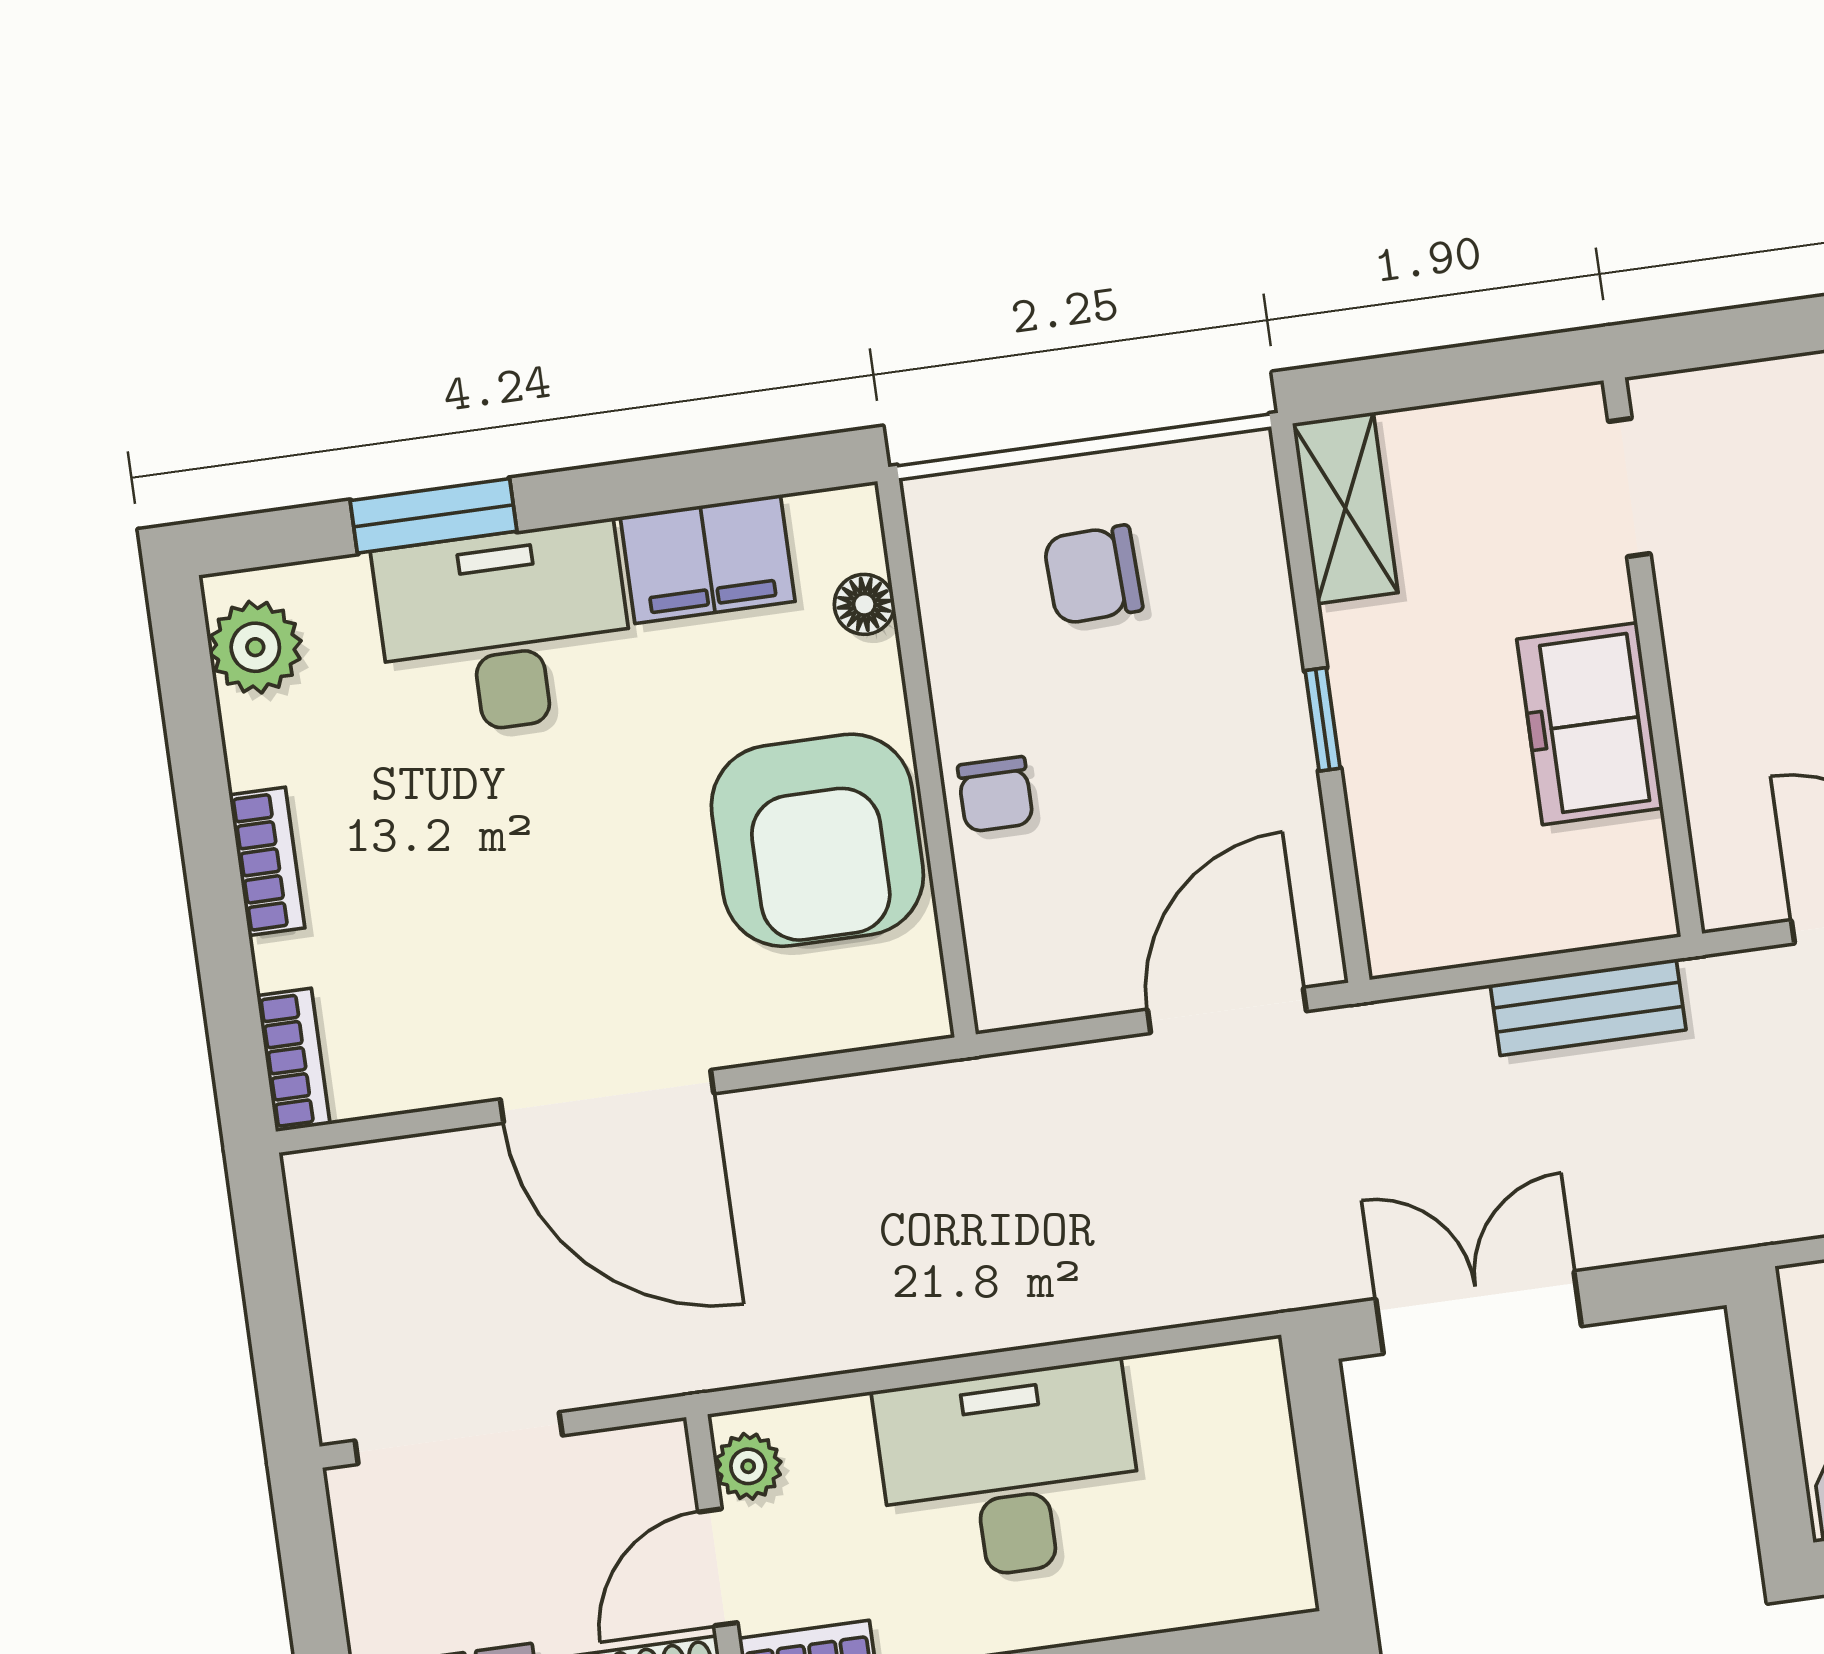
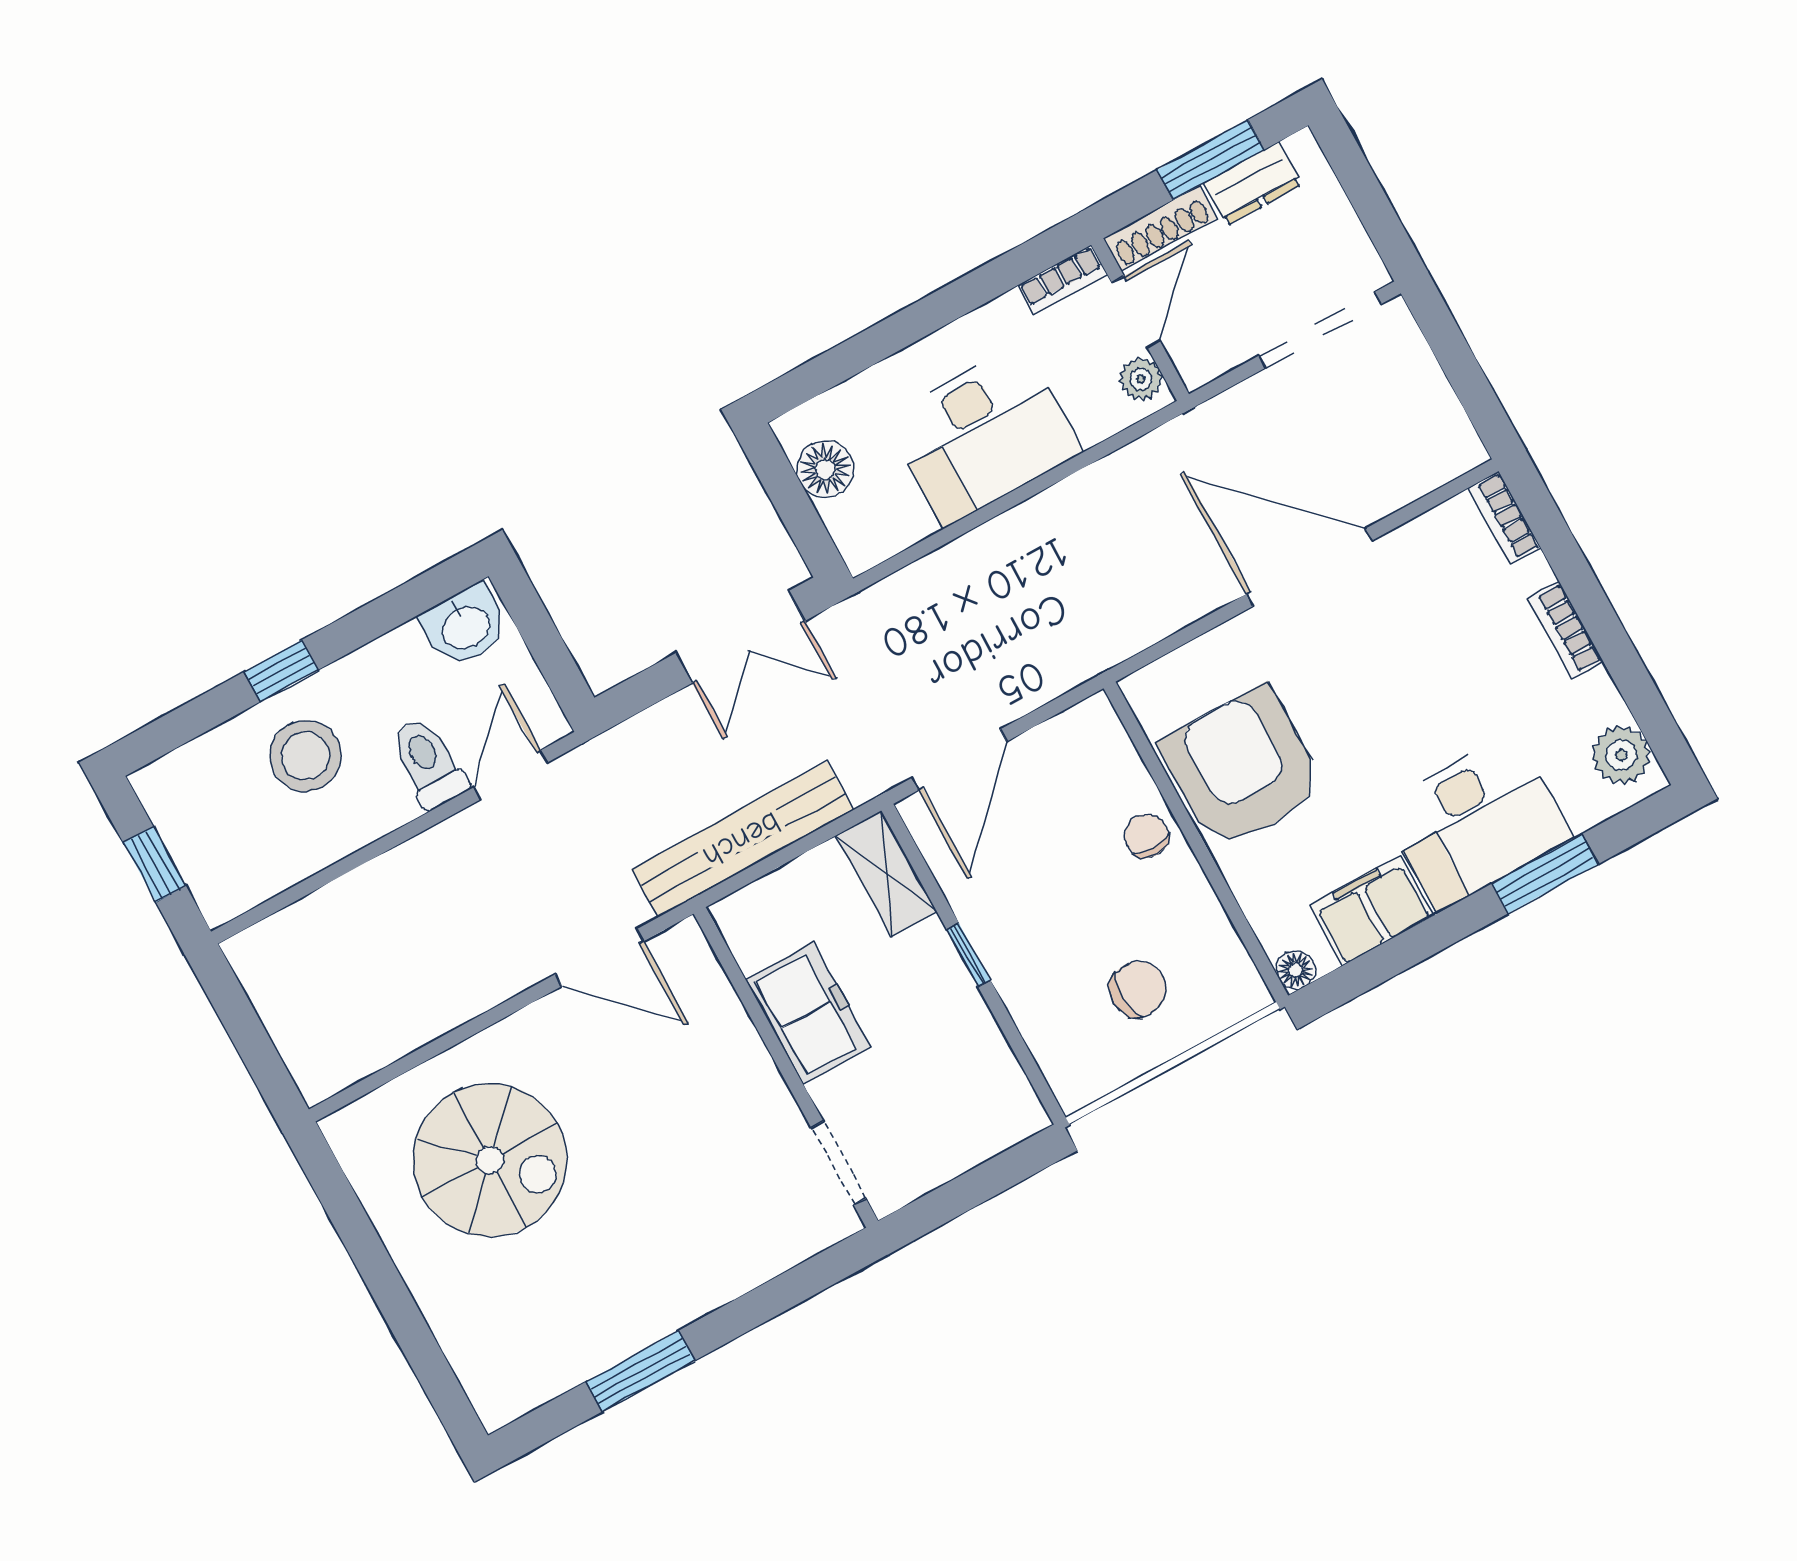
shelving: (1345, 508) -> (886, 874), moved
floor lamp: (864, 604) -> (1296, 970), moved
bench: (1588, 1007) -> (742, 840), width x1.86, depth x1.21
floor lamp: (1261, 1511) -> (825, 469), added

